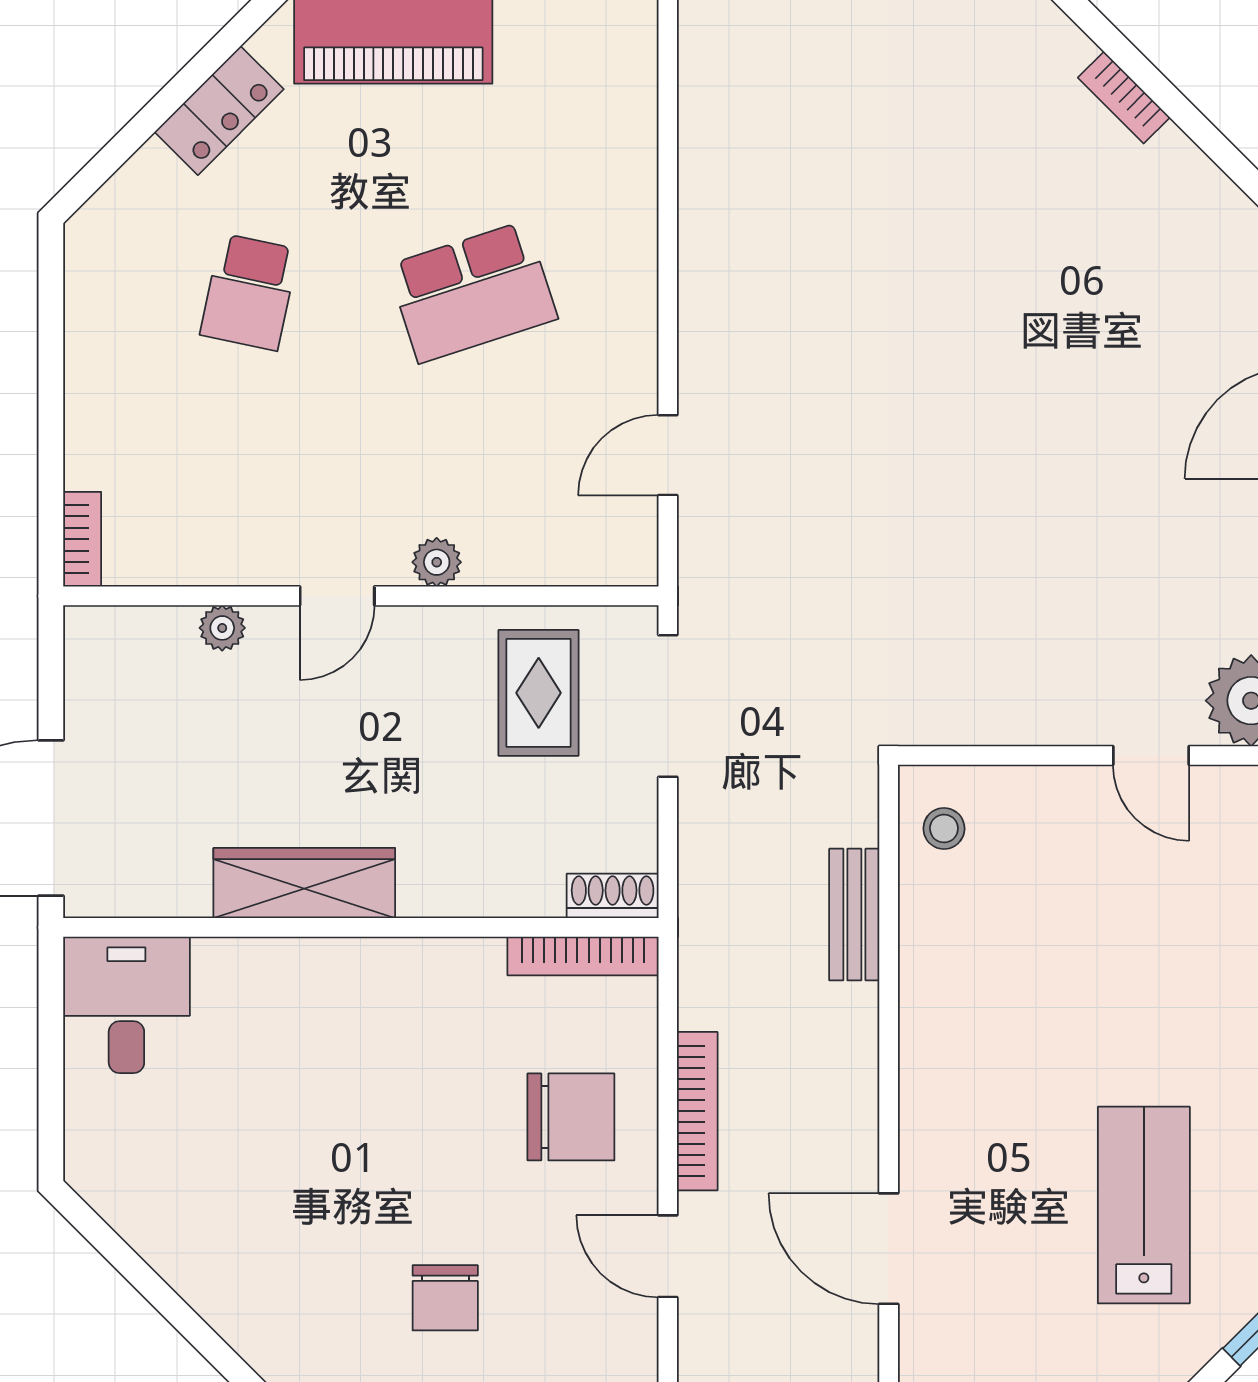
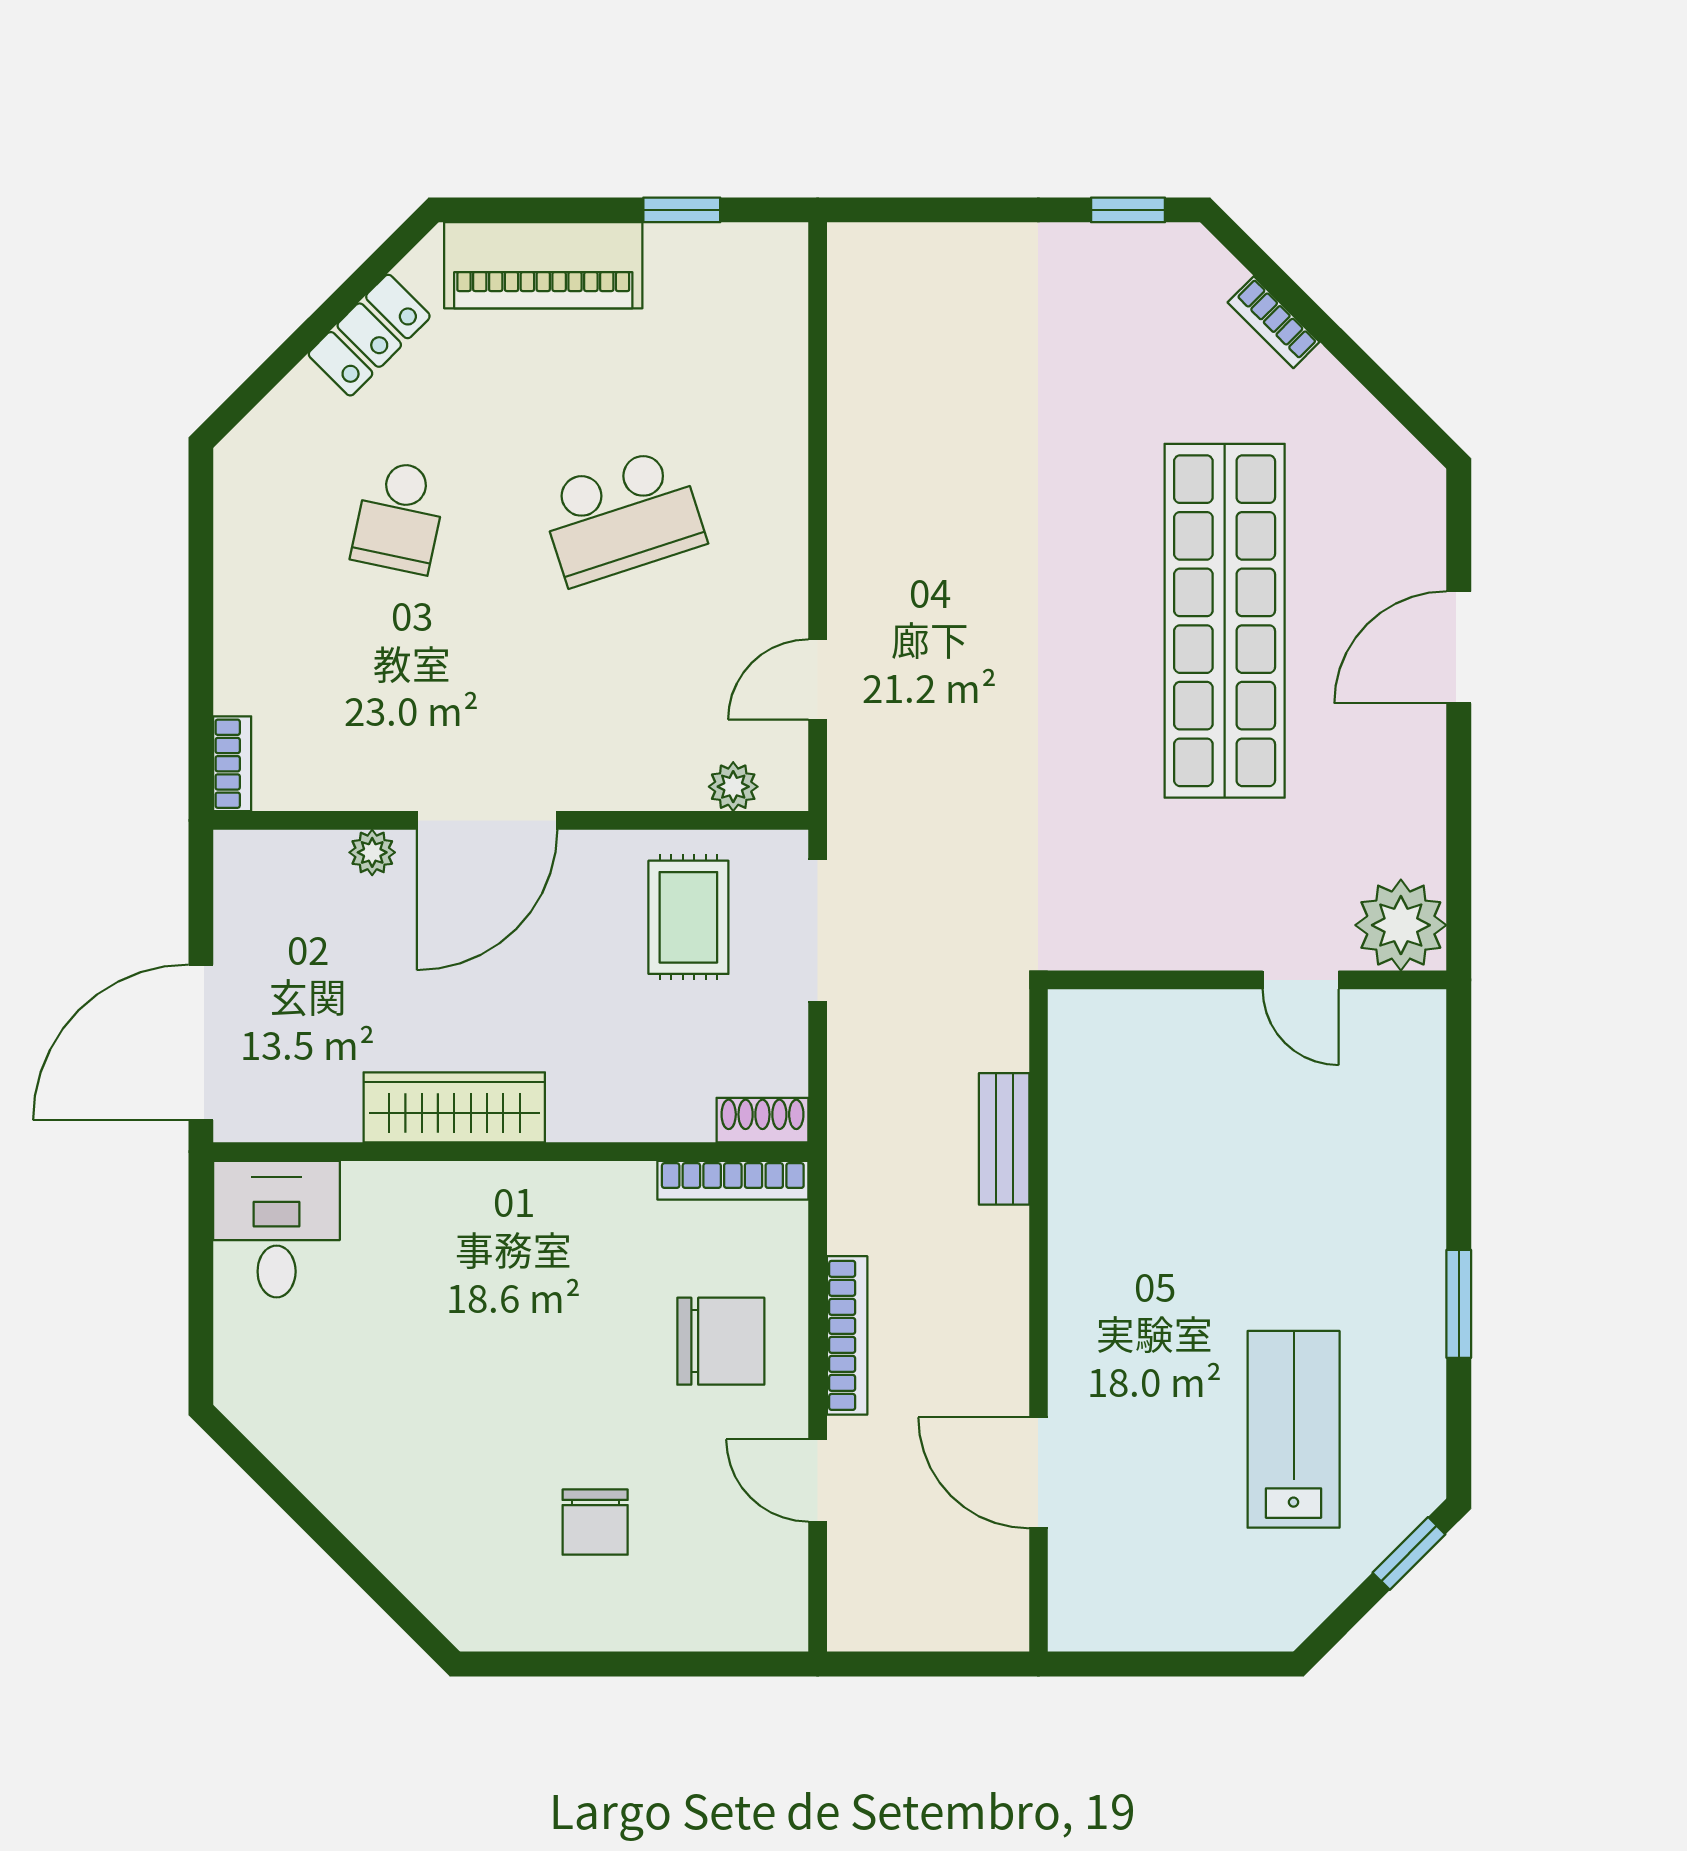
shop shelf: (1075, 396) -> (1225, 621), added
plant: (437, 562) -> (733, 787), moved
door: (337, 596) -> (487, 820), width x1.87
stool: (944, 828) -> (1094, 1053), removed

